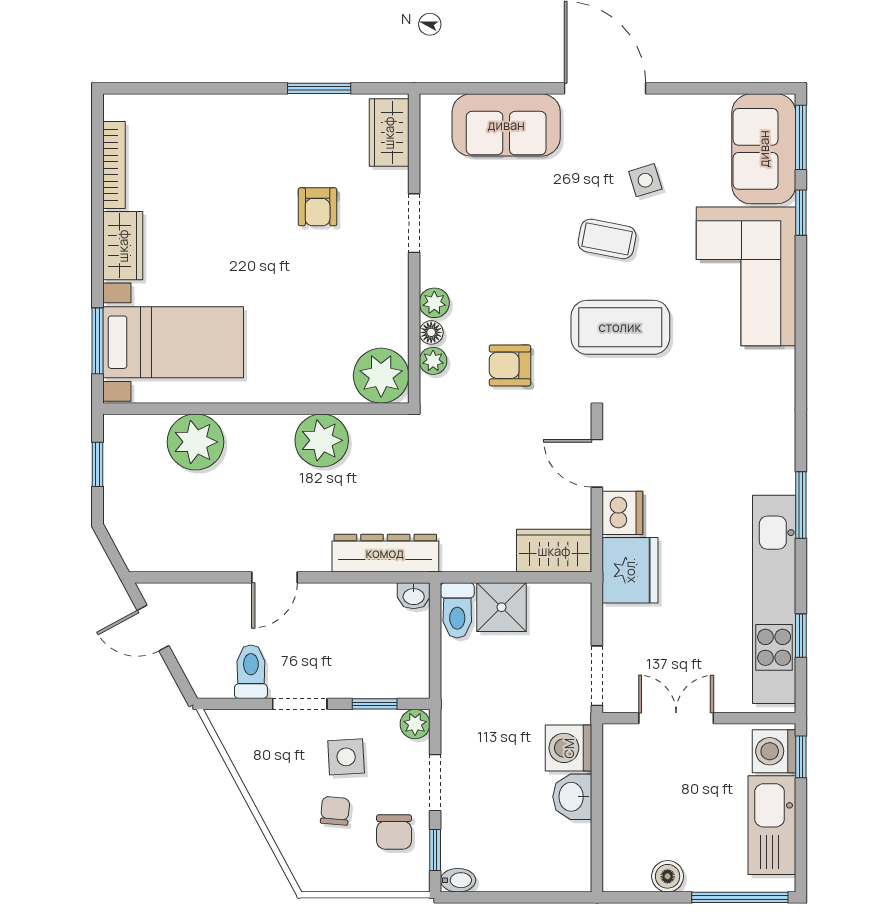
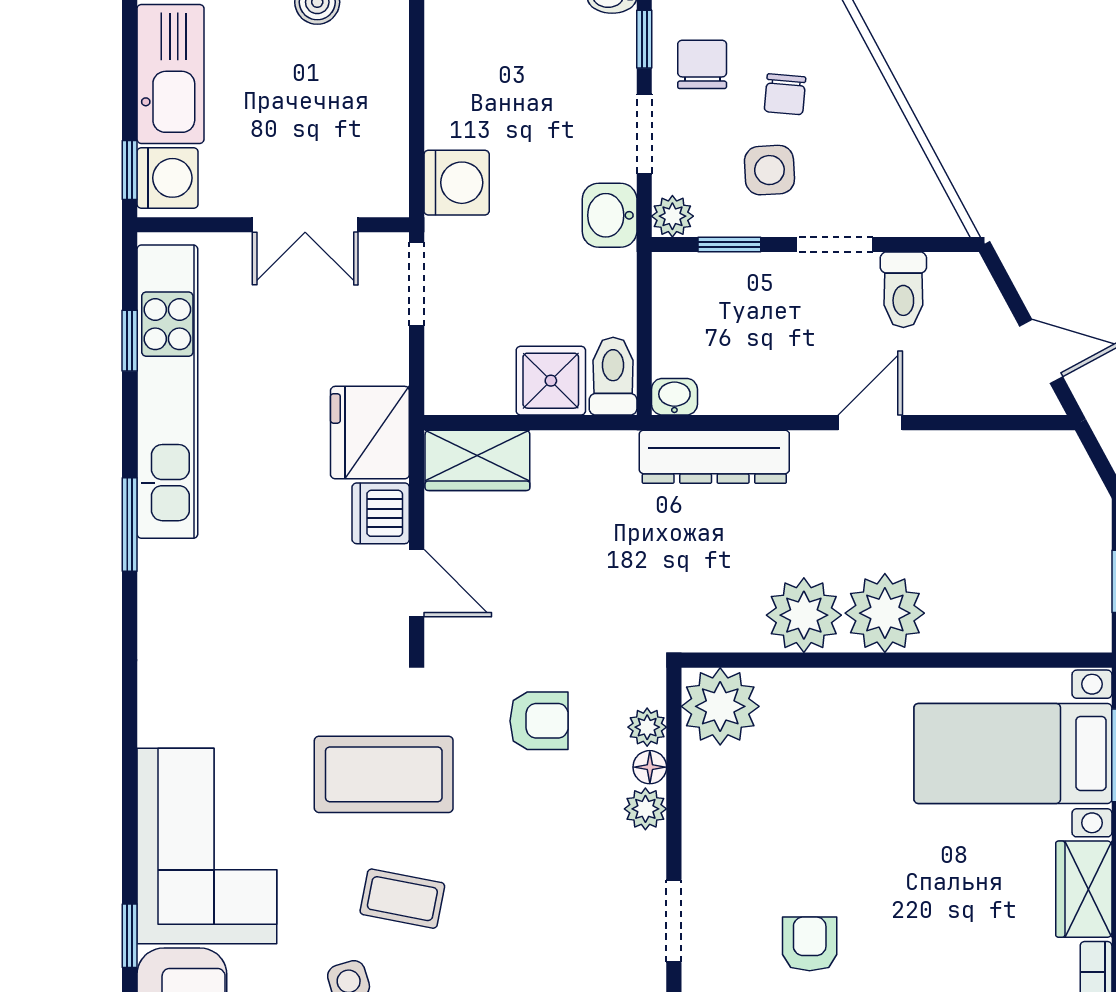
plant: (195, 442) -> (885, 613), moved
washbasin: (572, 797) -> (610, 215), moved, turned 180

